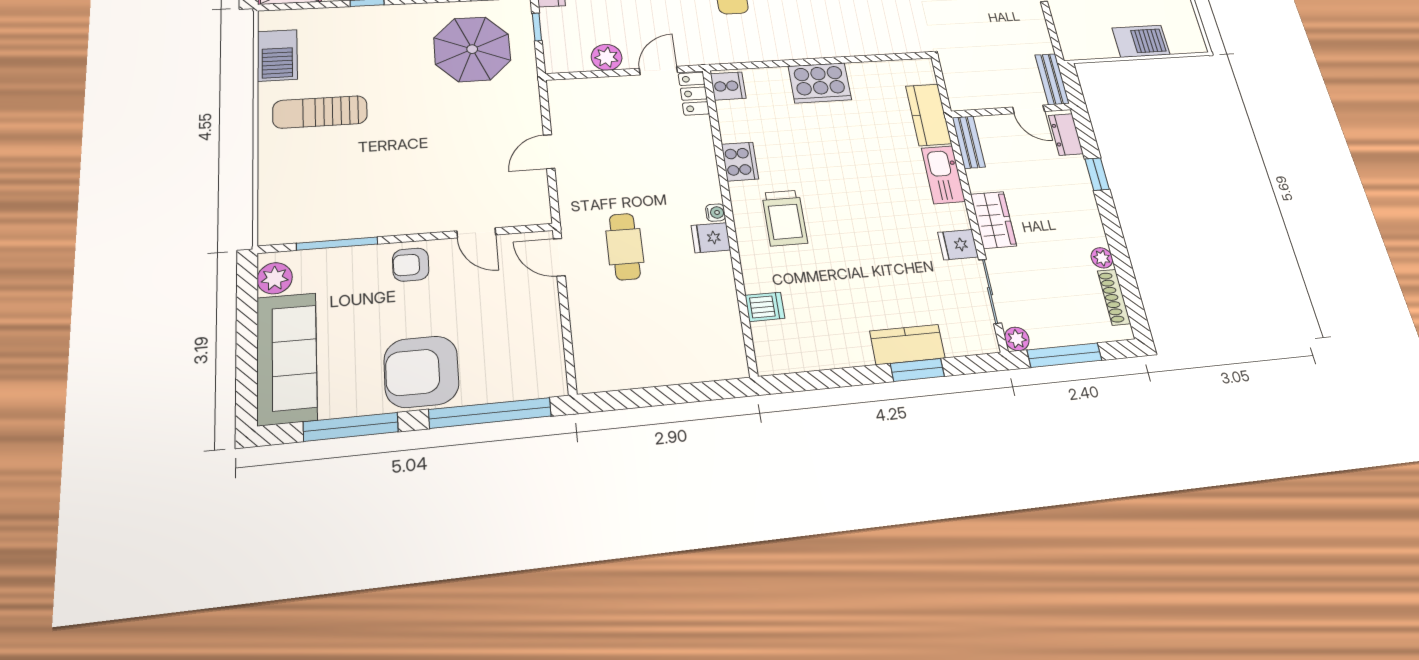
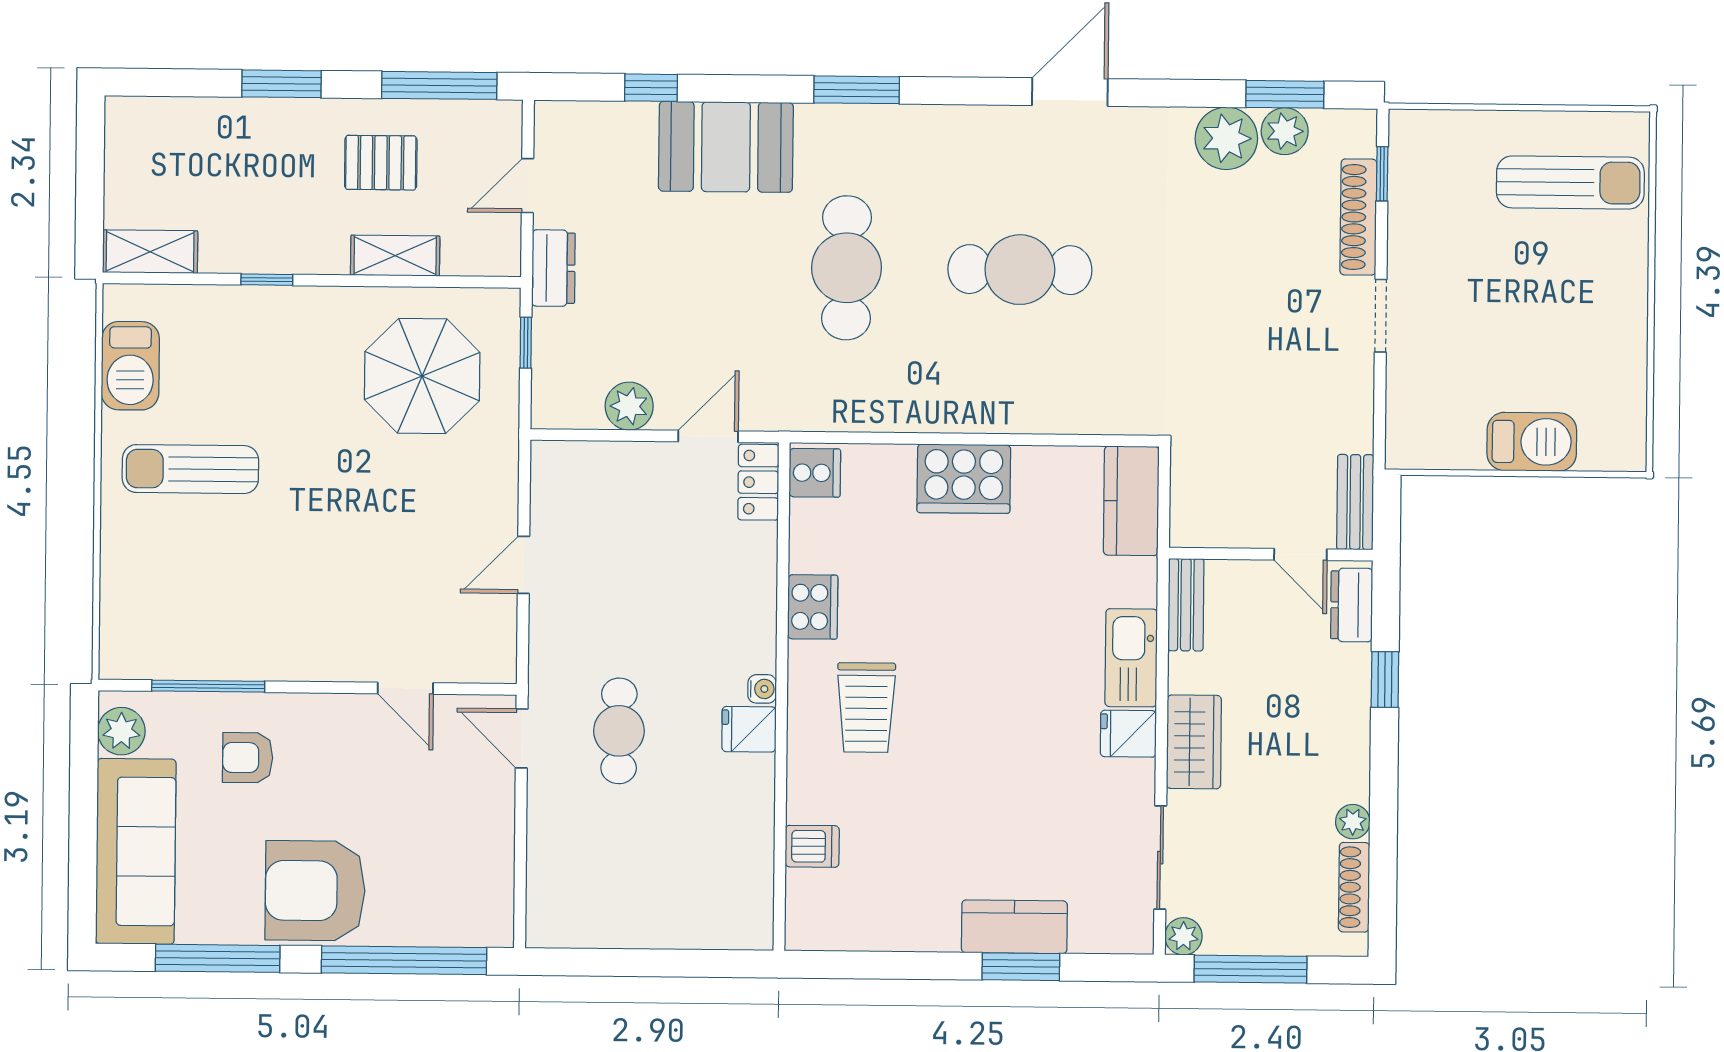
kitchen counter: (929, 115) -> (1131, 501), moved
fridge: (958, 245) -> (1128, 734), moved
armchair: (411, 265) -> (248, 758), moved

